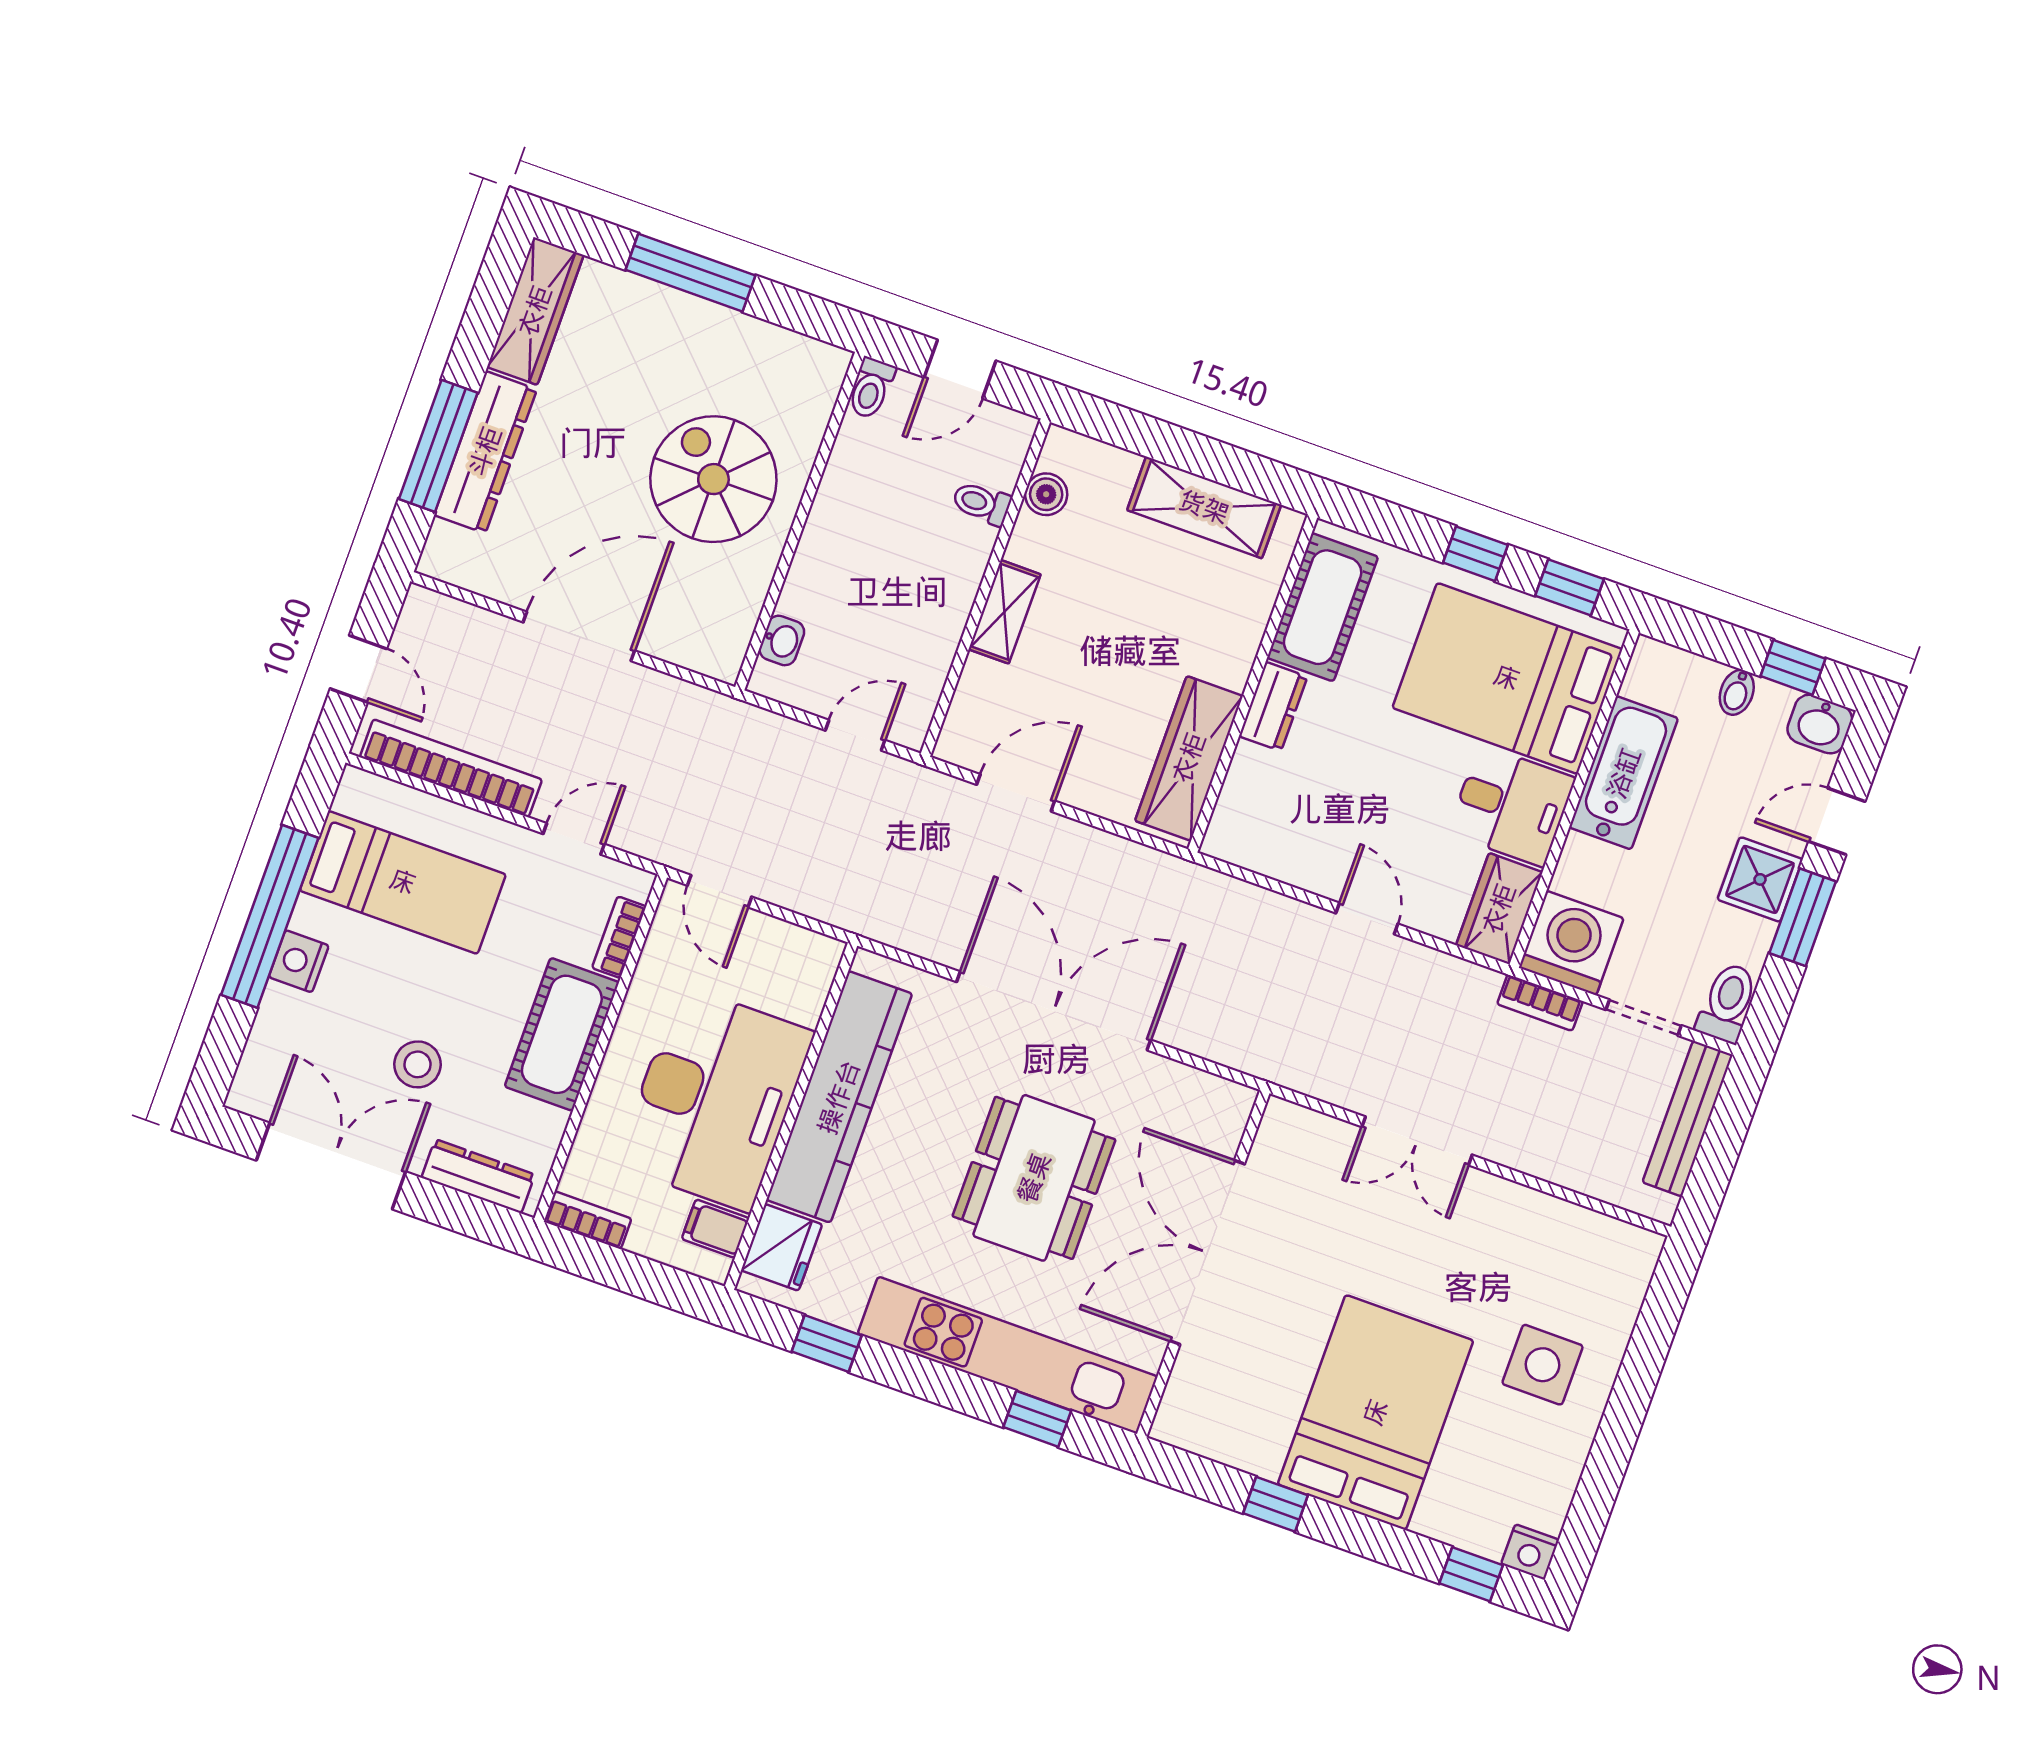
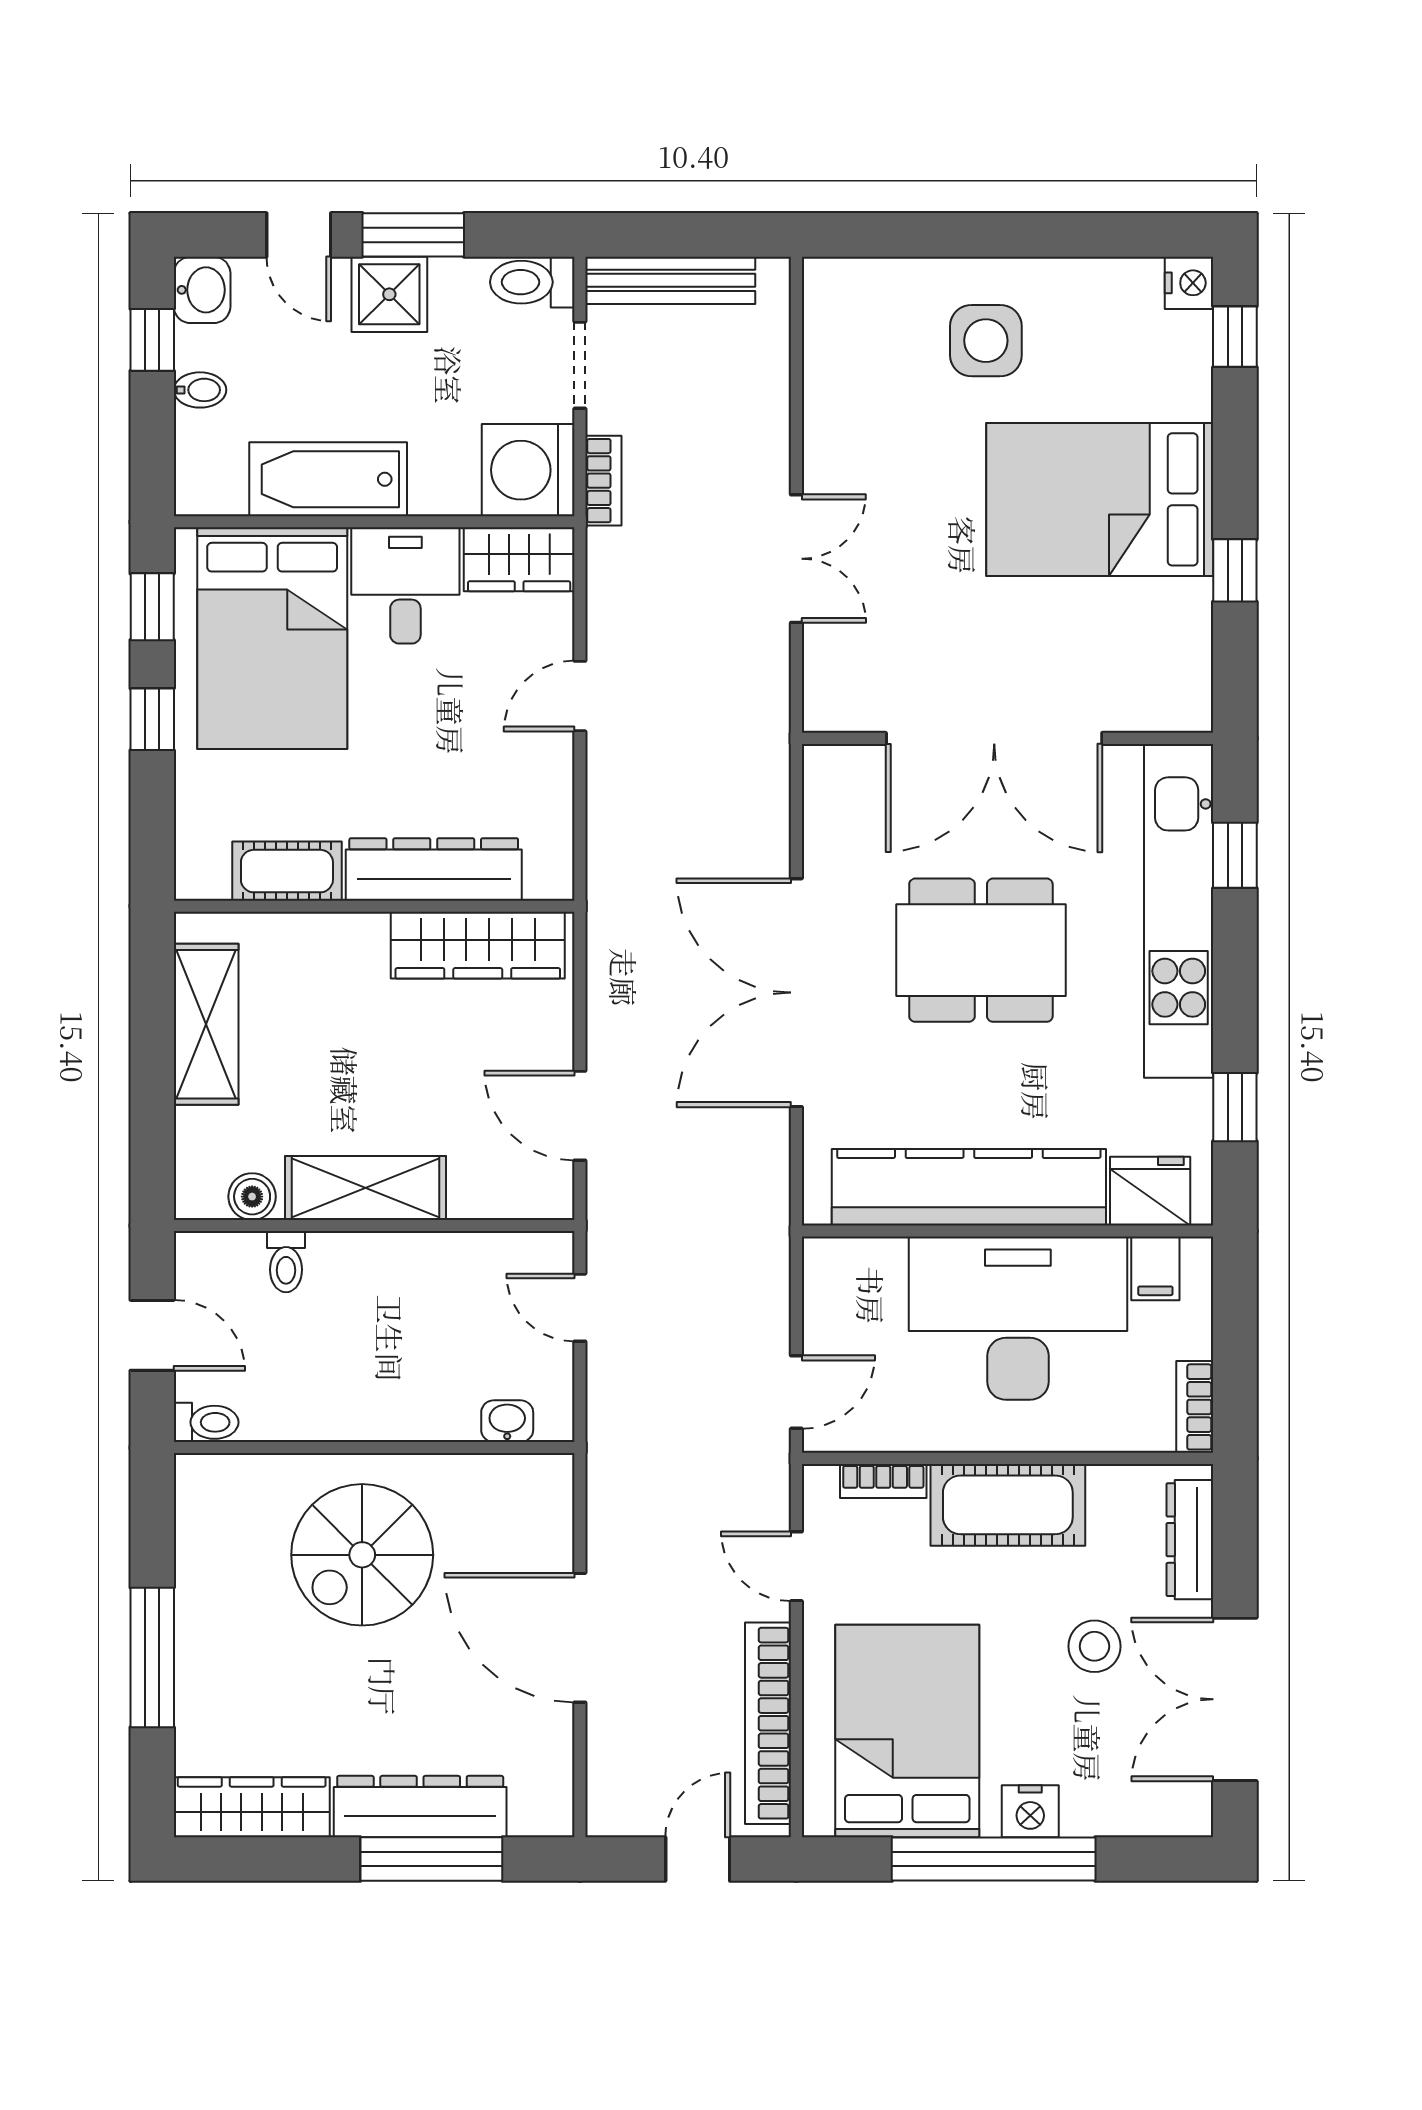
cot: (1323, 607) -> (287, 871), width x0.73, depth x0.75
shelving: (1005, 612) -> (366, 1188), width x1.50, depth x1.33
dresser: (1273, 706) -> (434, 869), width x1.96, depth x1.24
bed: (403, 882) -> (907, 1731), width x1.50

